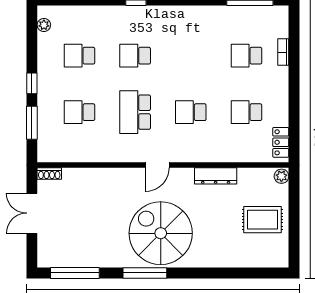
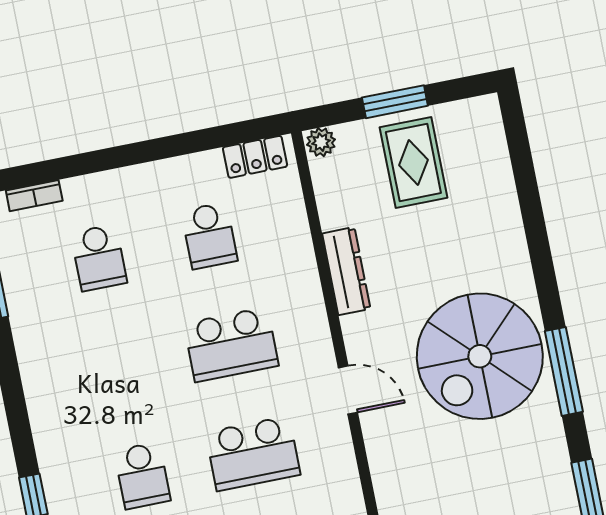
bookcase: (283, 52) -> (34, 196), moved
school desk: (191, 112) -> (231, 345), width x1.85
window: (294, 216) -> (395, 102), added

